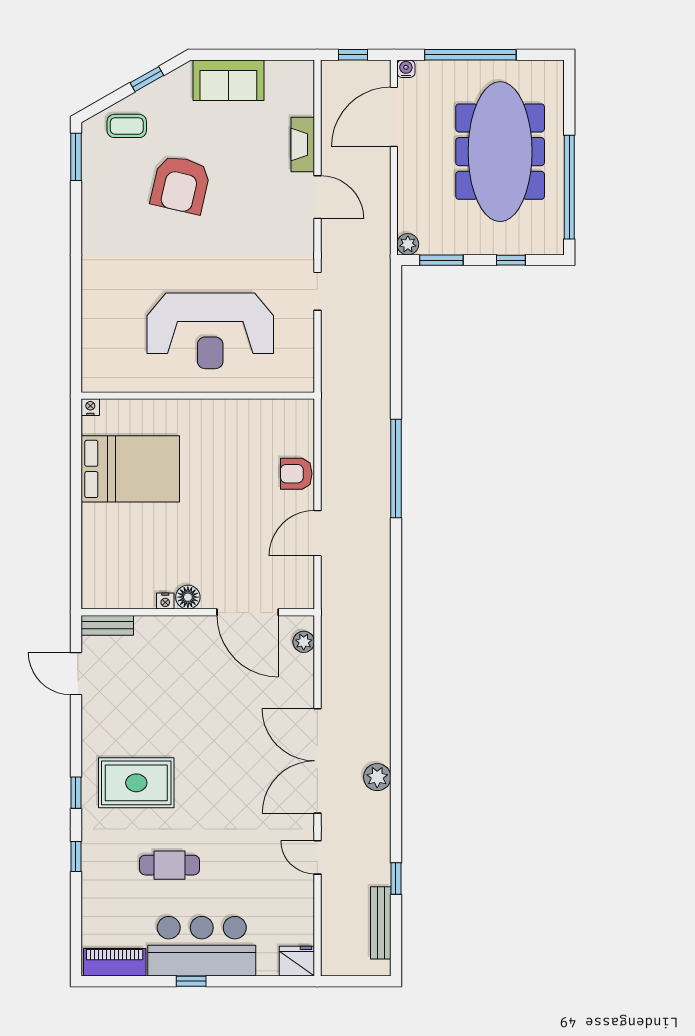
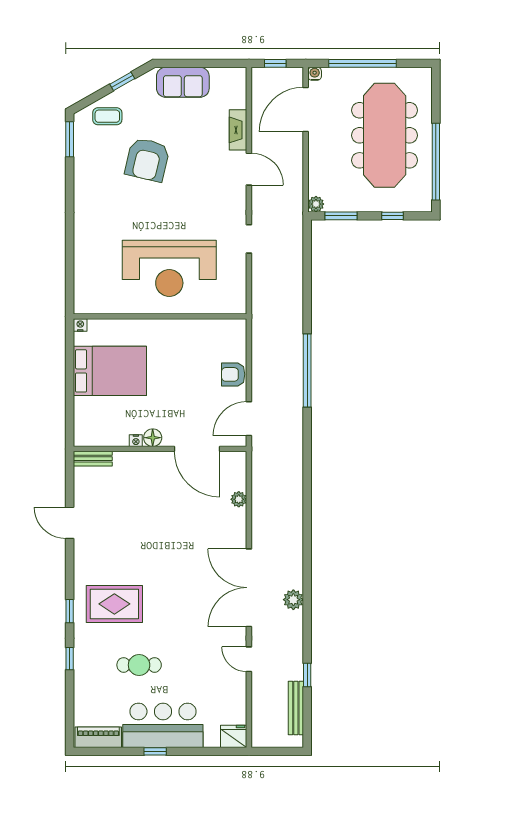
floor lamp: (188, 597) -> (153, 438), moved
nightstand: (165, 601) -> (136, 441), moved
wall: (198, 612) -> (160, 449), moved
door: (248, 612) -> (197, 449), moved
bench: (107, 625) -> (93, 459), moved

